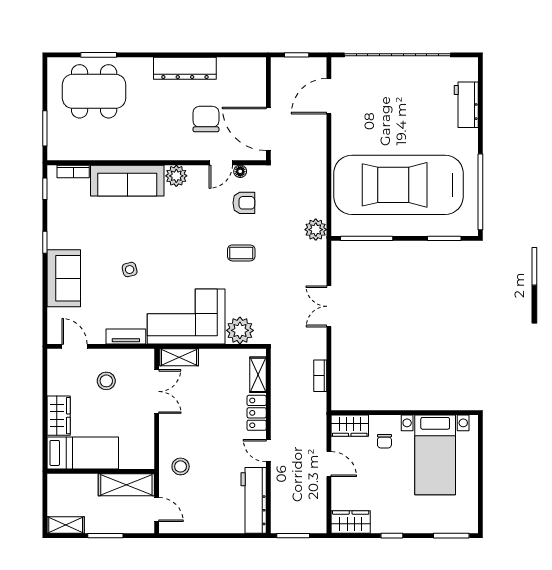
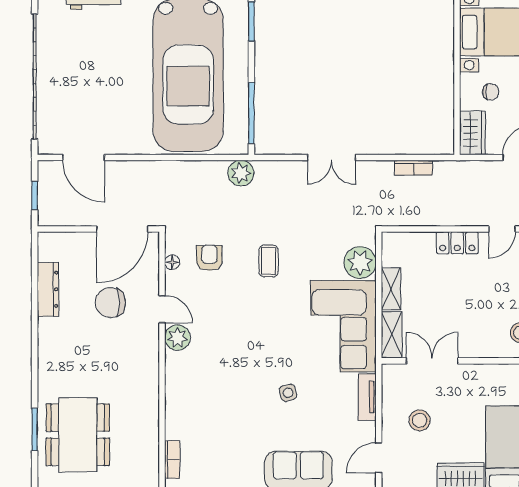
dresser: (185, 68) -> (48, 289), moved, width x0.73, depth x0.80
door: (221, 163) -> (162, 309), moved
sofa: (127, 181) -> (183, 396), removed
shelving: (258, 375) -> (391, 289), moved, turned 90

